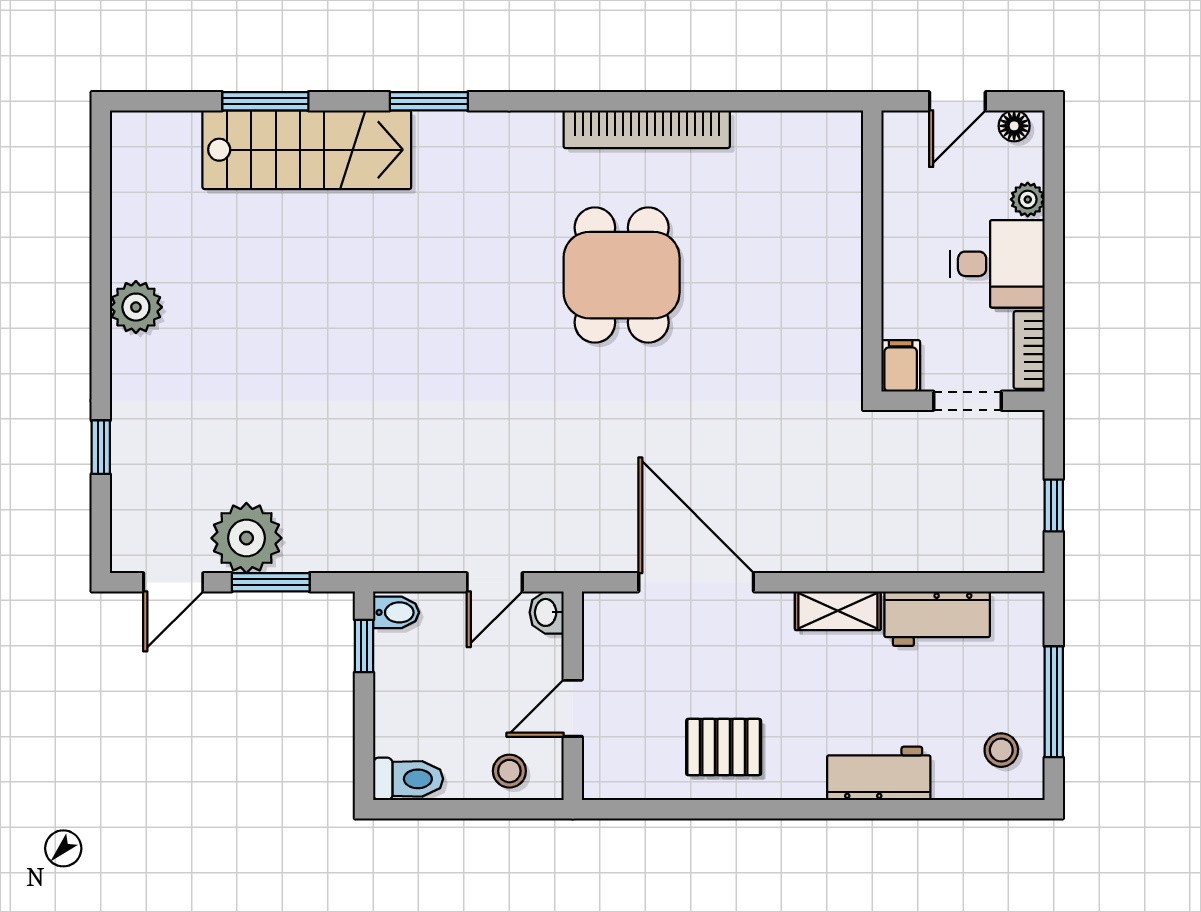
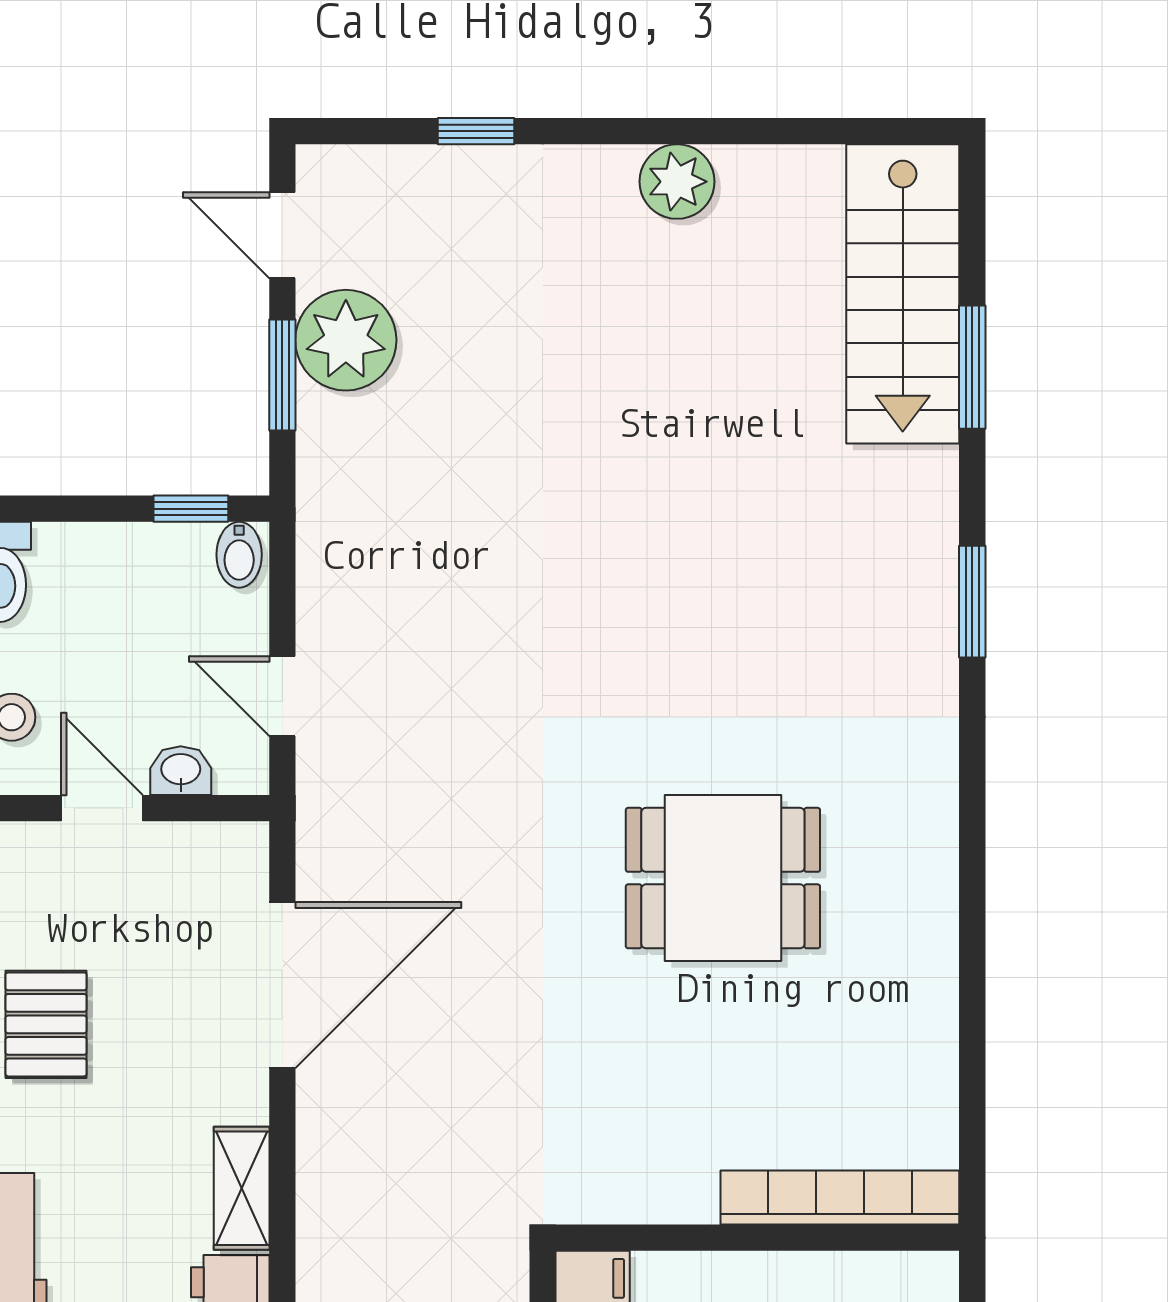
bookcase: (647, 129) -> (840, 1198), moved, turned 90
stairs: (307, 150) -> (903, 294), moved
washbasin: (547, 612) -> (181, 771), moved

